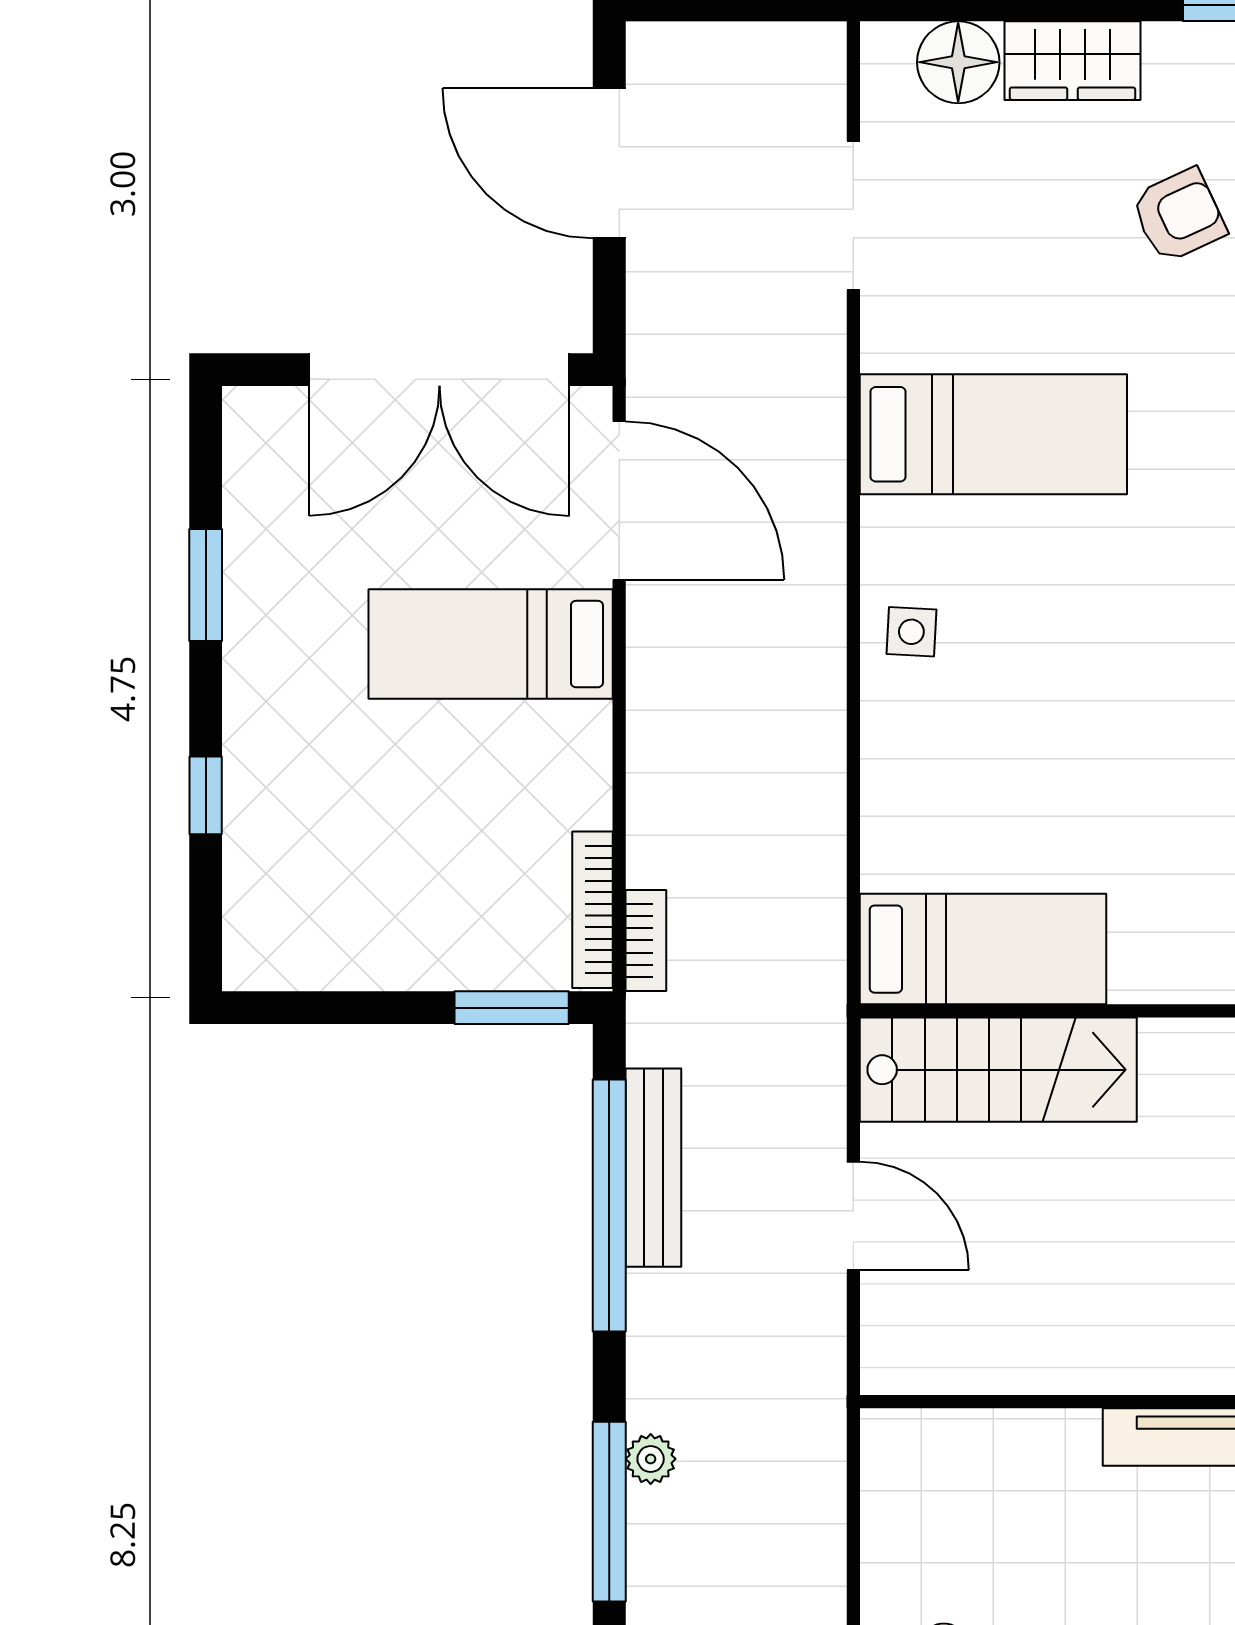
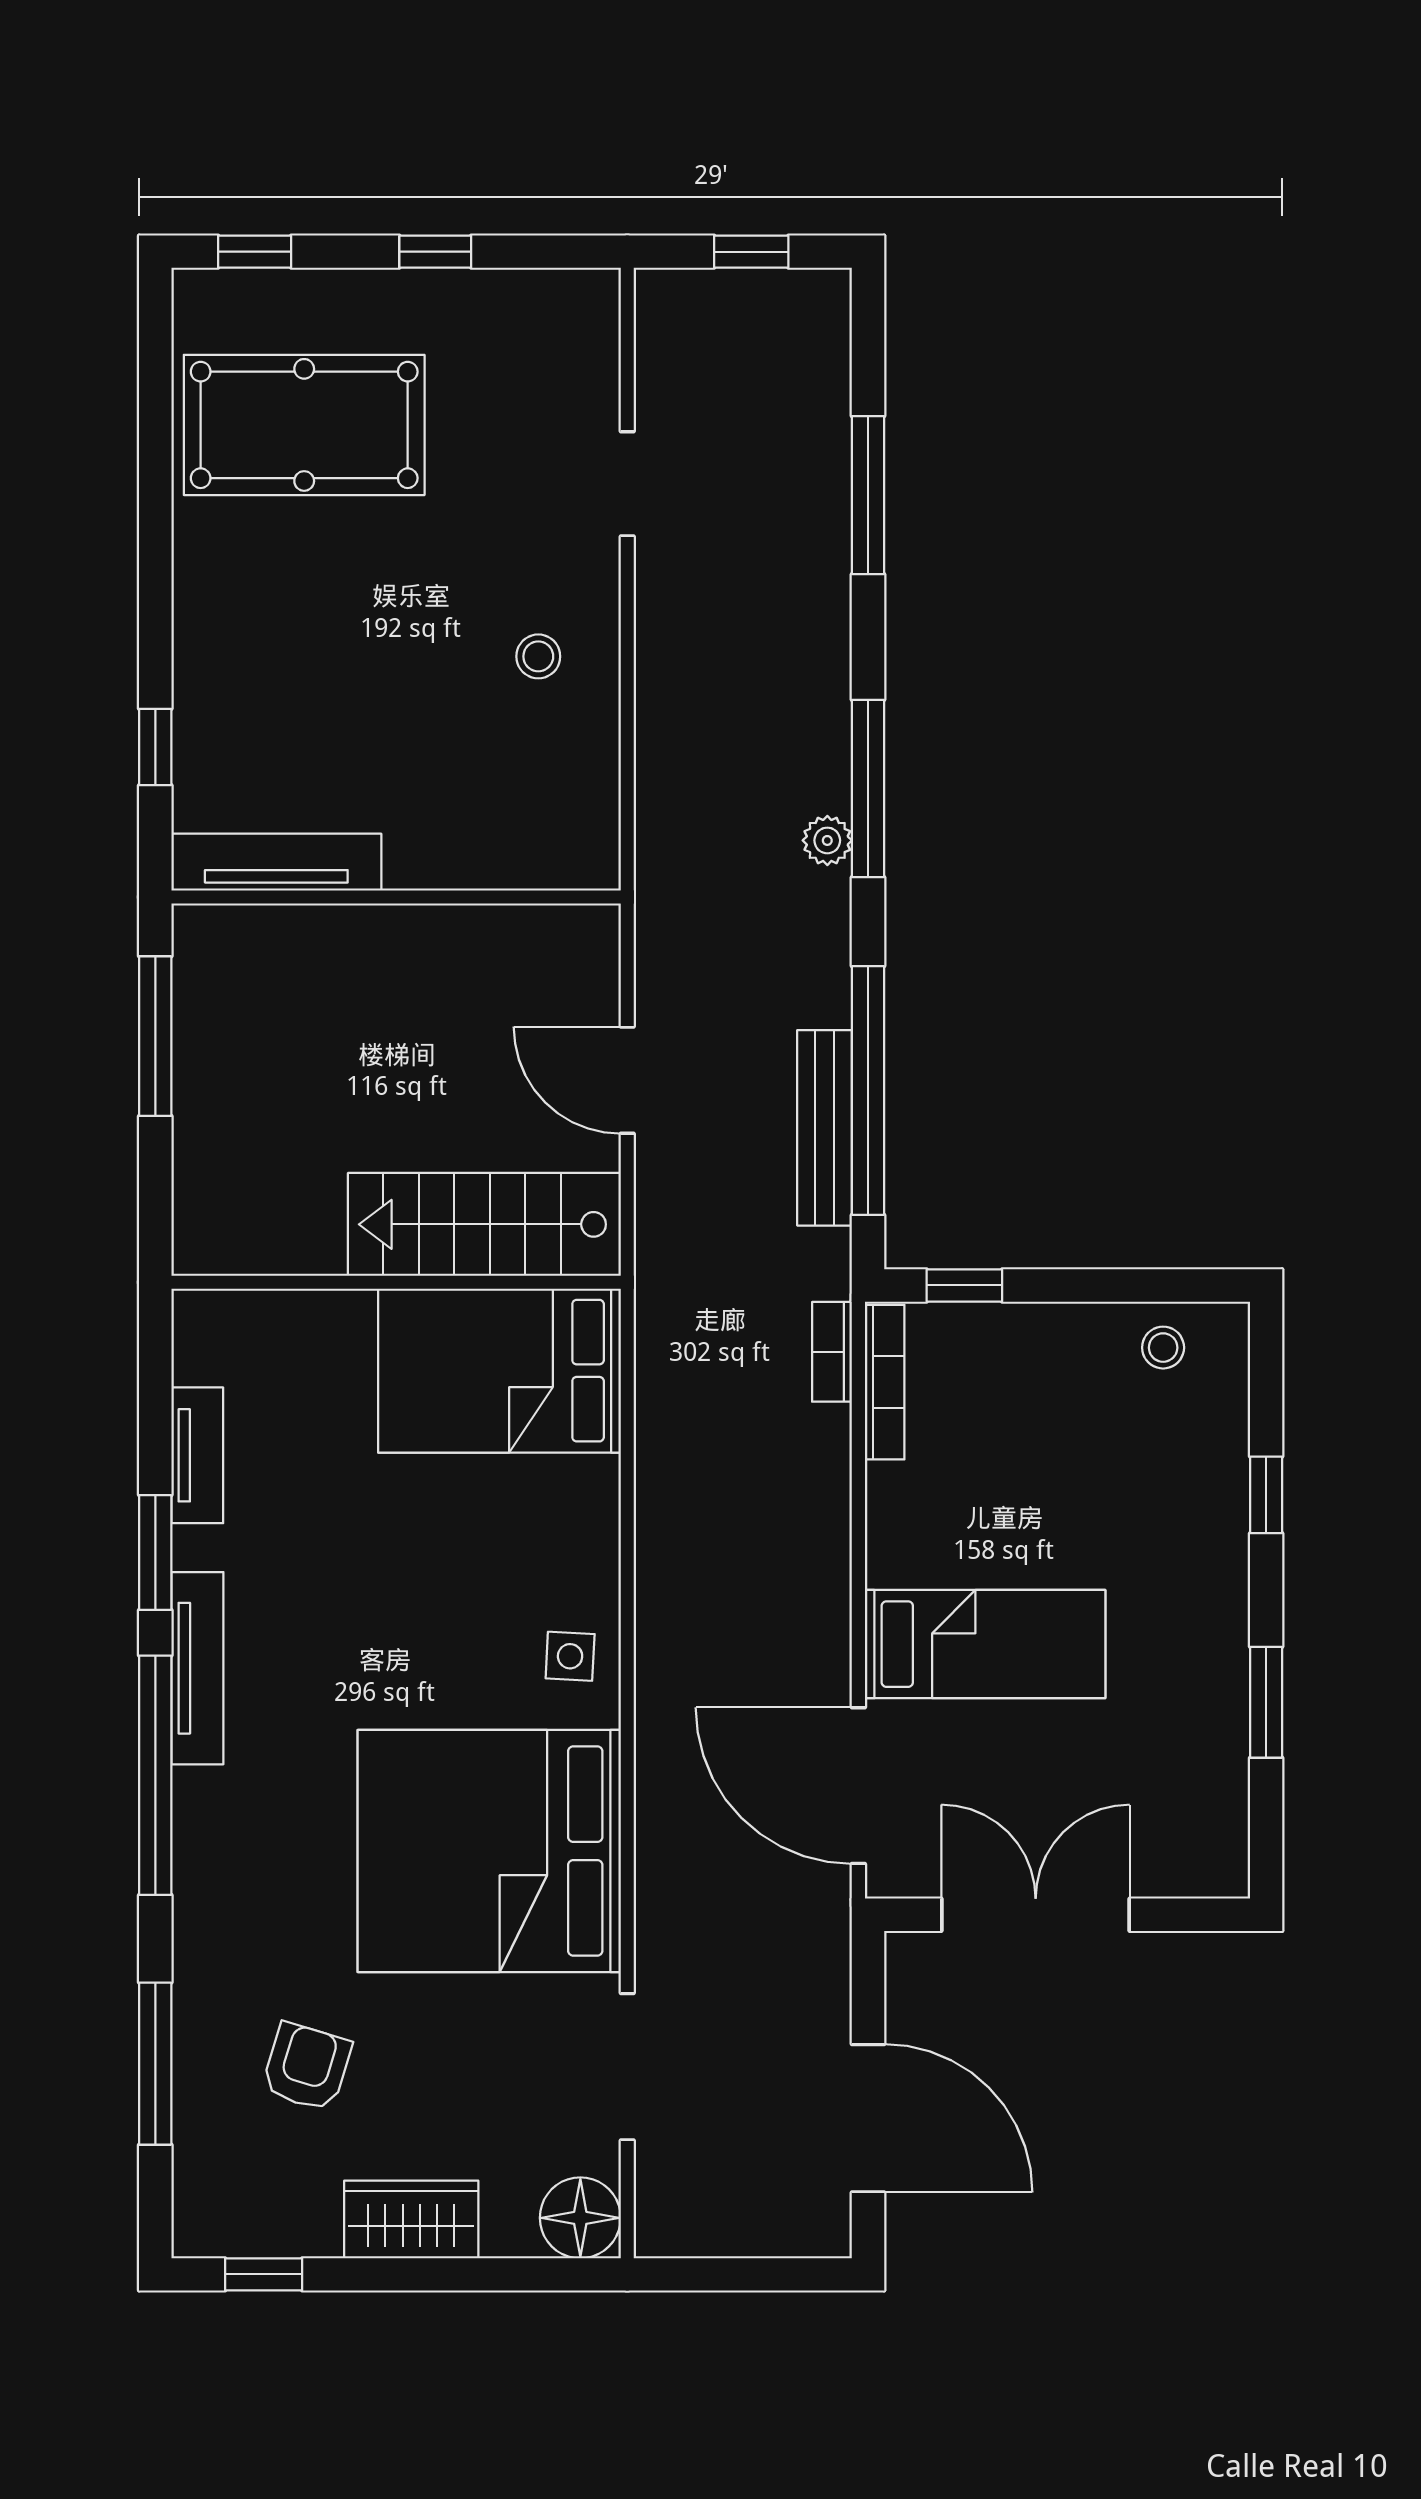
floor lamp: (958, 62) -> (580, 2218), moved
armchair: (1179, 215) -> (307, 2067), turned 132
double door: (439, 370) -> (1036, 1915), width x0.73
bed: (993, 434) -> (489, 1851), width x2.04
stool: (310, 945) -> (1163, 1348), added
bed: (983, 949) -> (499, 1371), width x1.50
window: (512, 1008) -> (964, 1285), width x0.67

